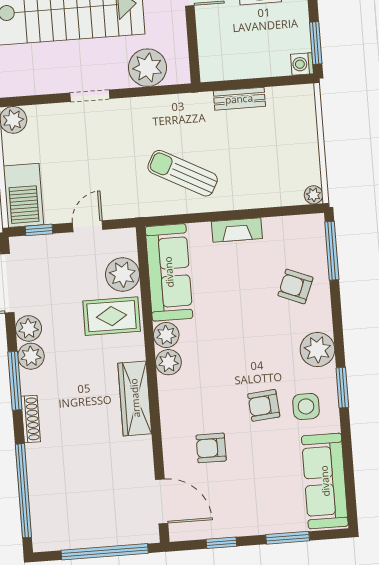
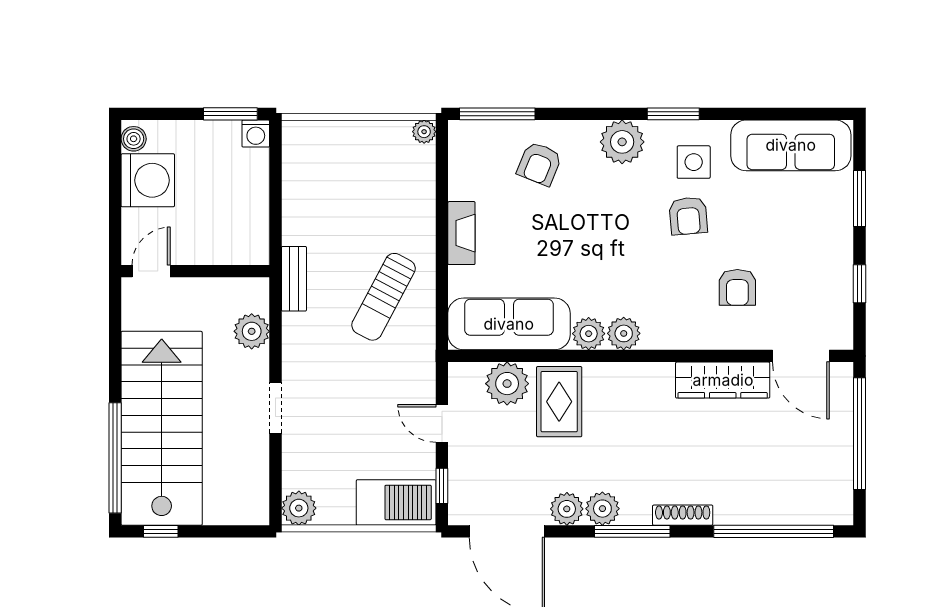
plant: (147, 68) -> (252, 331), width x0.73, depth x0.73
bench: (239, 99) -> (294, 279), moved
wardrobe: (135, 398) -> (723, 380), moved
door: (162, 501) -> (801, 356), swing flipped

